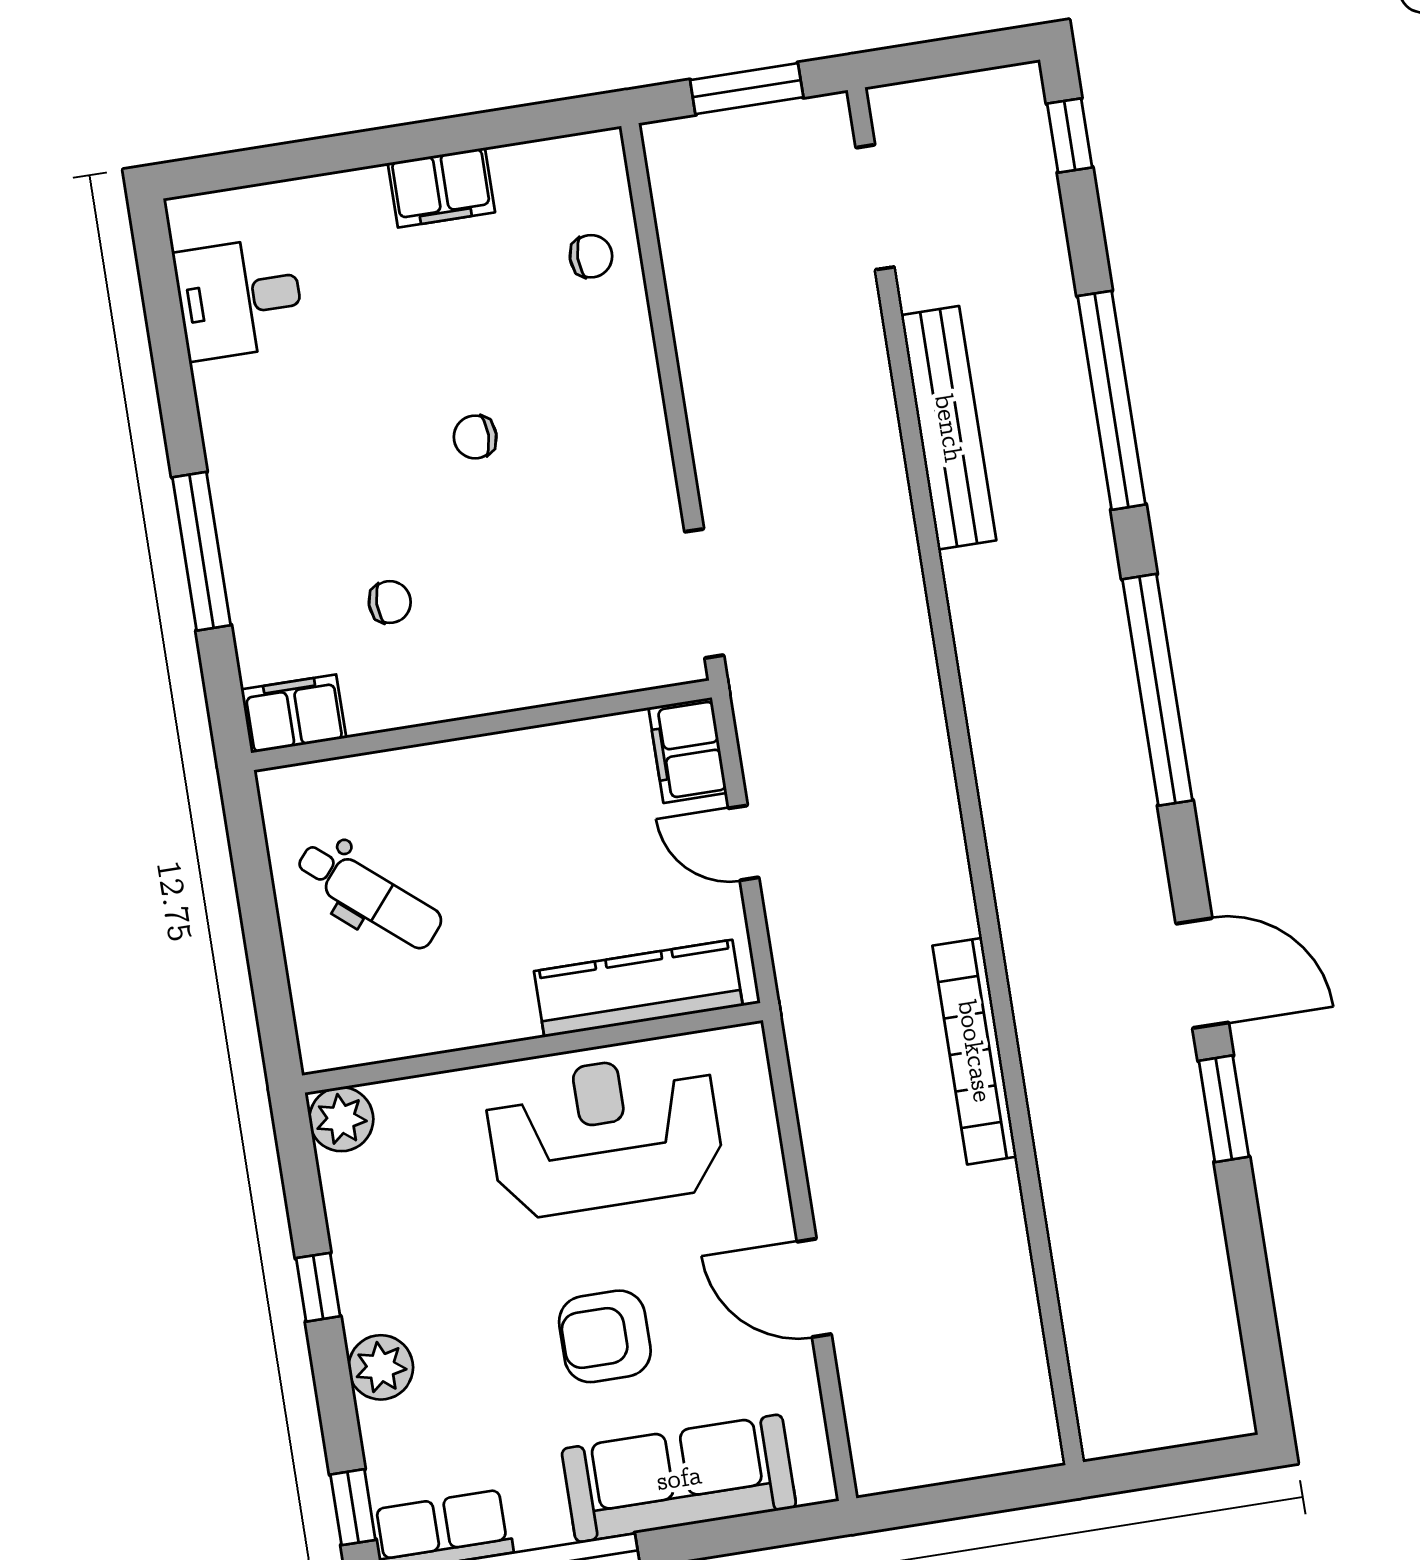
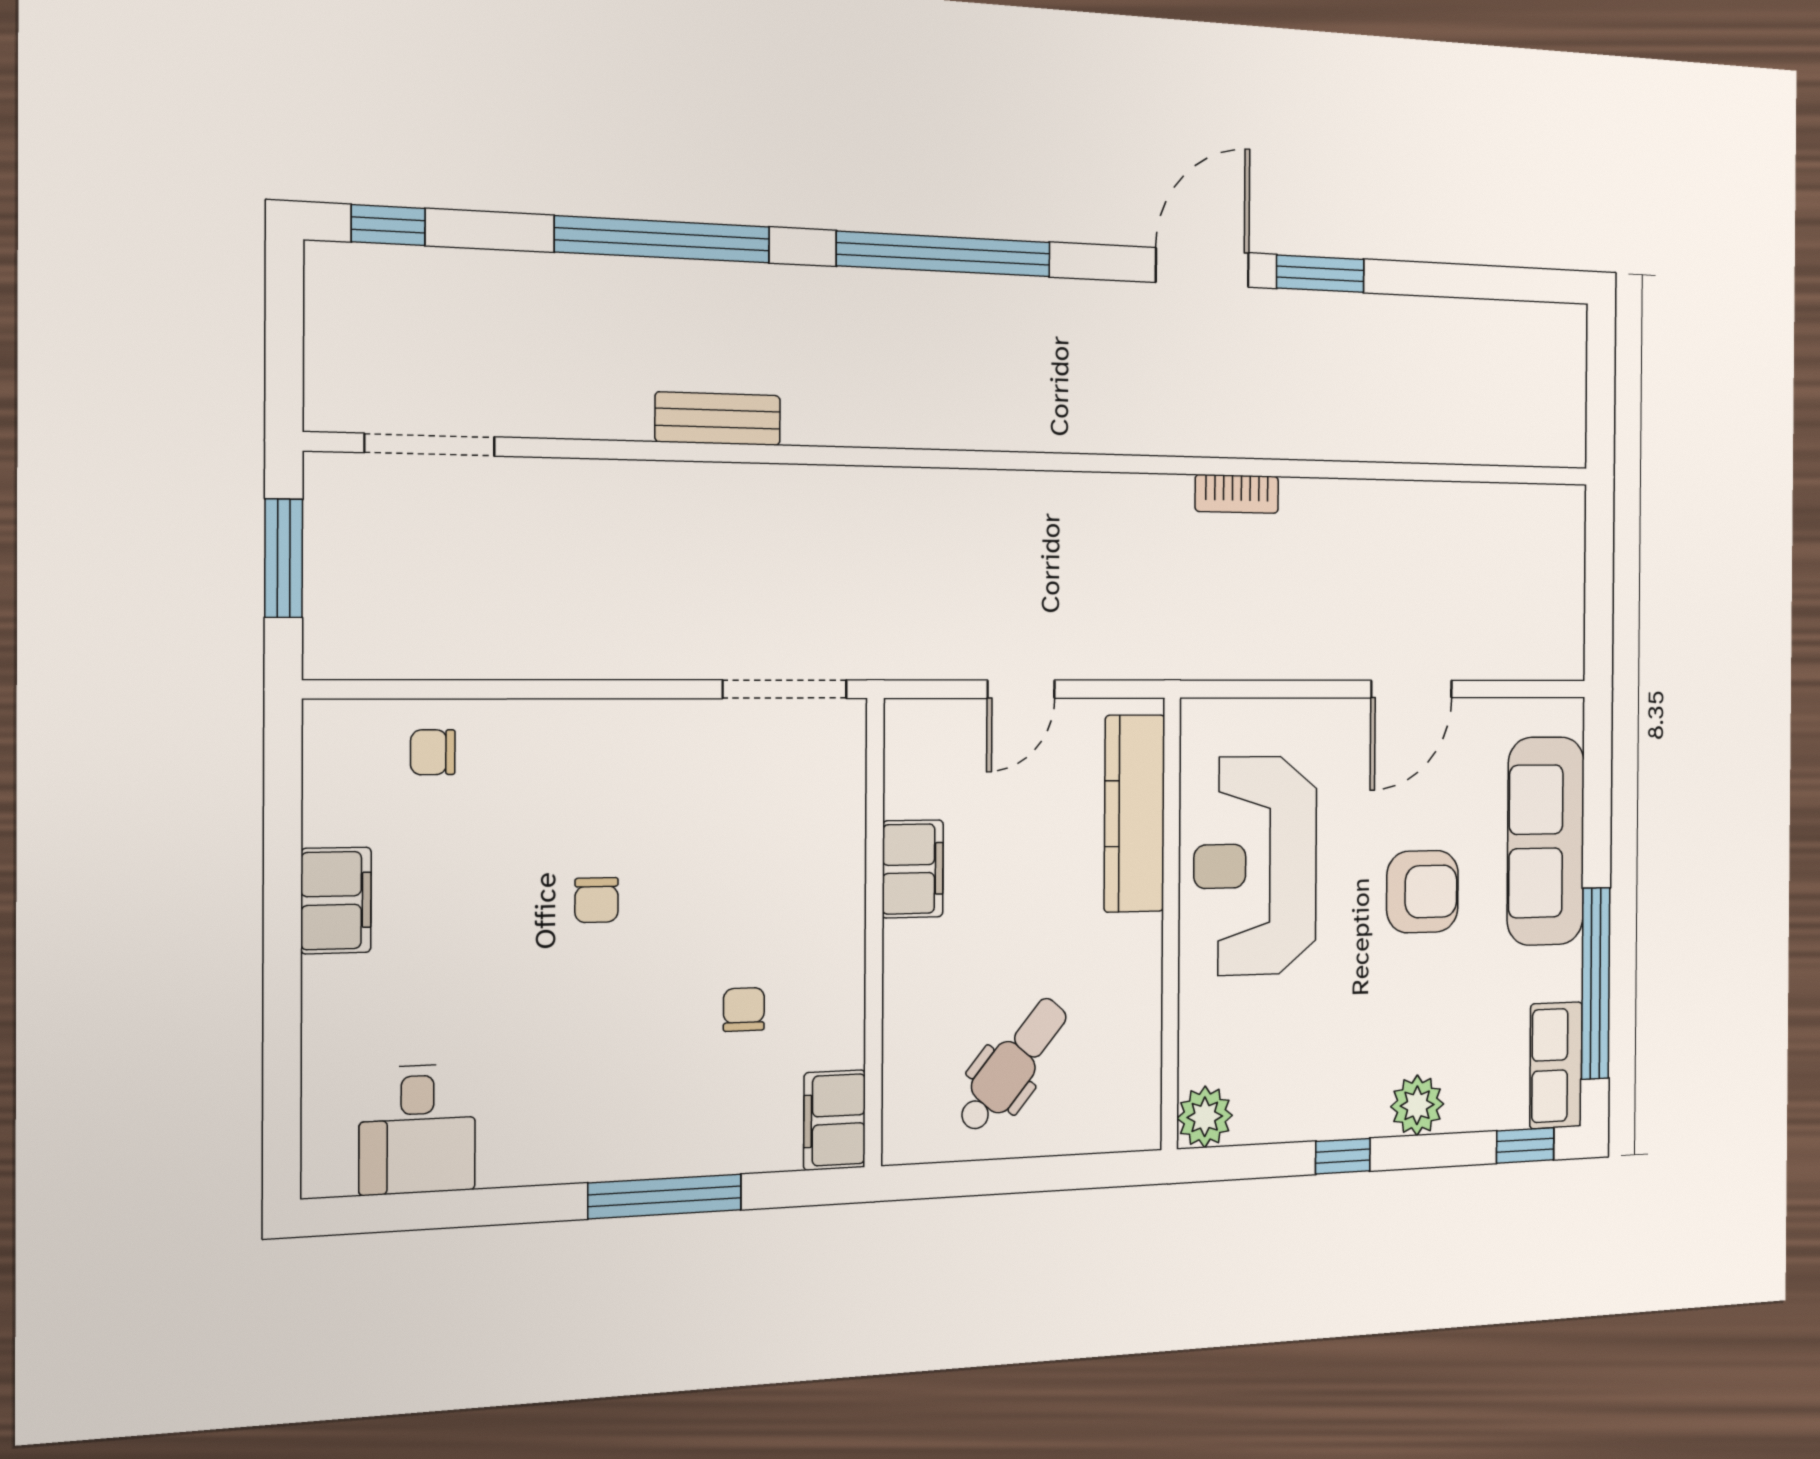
chair: (591, 256) -> (433, 752), turned -90
bench: (949, 428) -> (718, 419), width x0.54, depth x0.82
filing cabinet: (688, 750) -> (913, 869), moved, turned -90
bookcase: (975, 1051) -> (1237, 494), width x0.43, depth x0.76
armchair: (605, 1336) -> (1422, 892), turned -90

